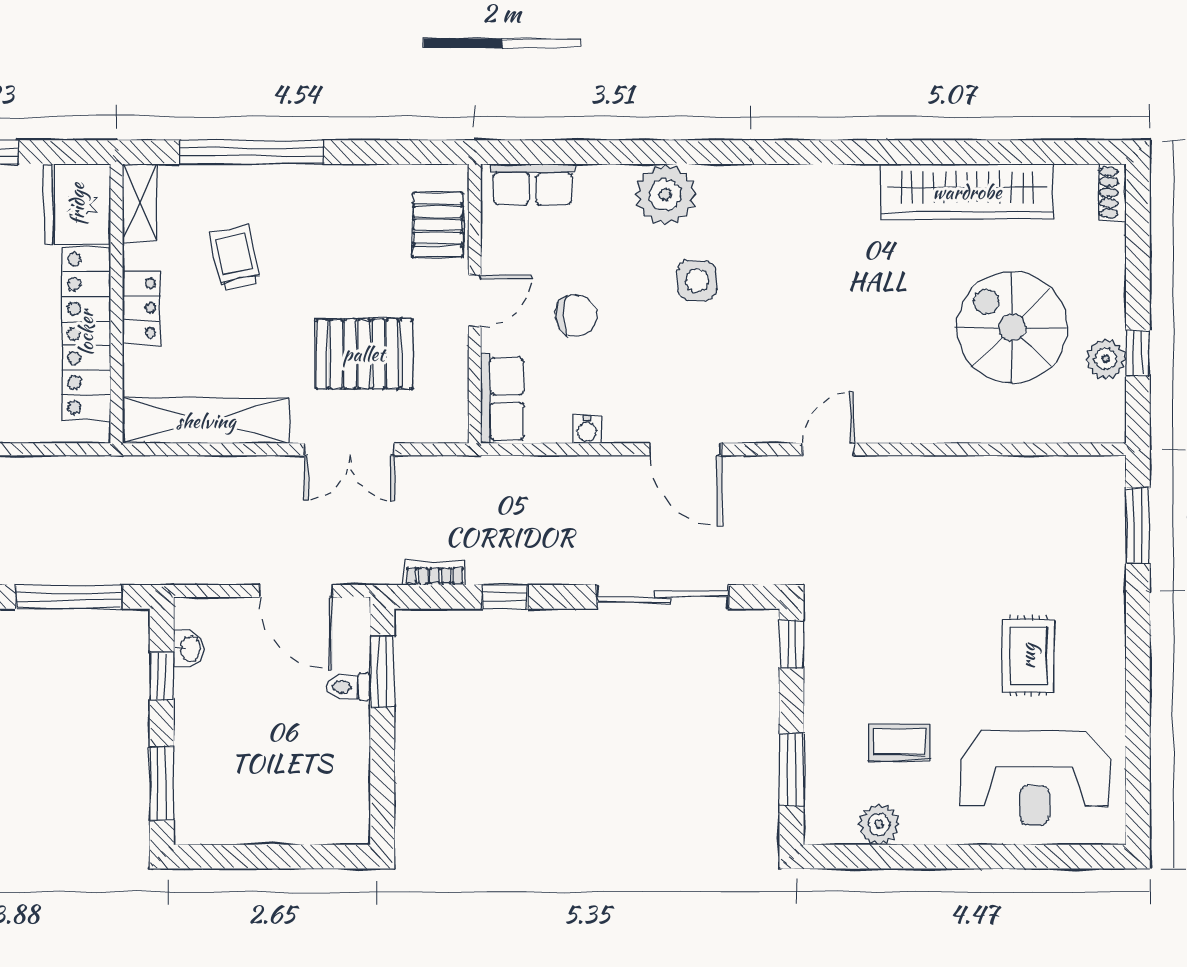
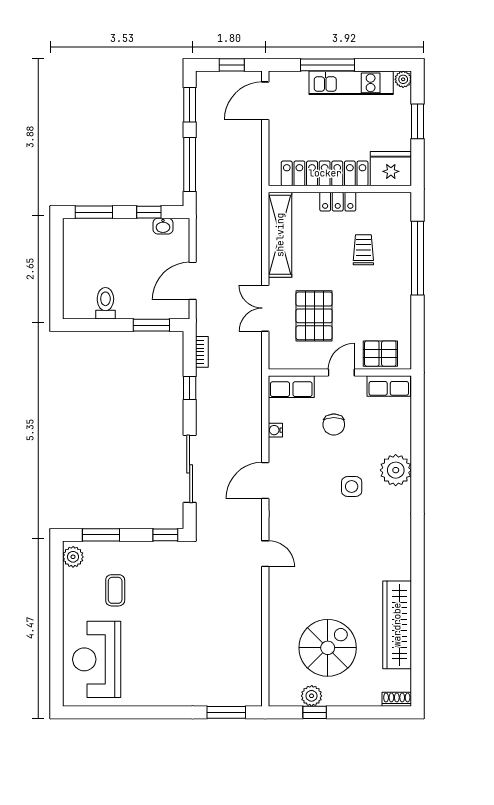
row of seats: (533, 184) -> (389, 386), moved, turned -90
shelving: (140, 202) -> (392, 201), removed
trolley: (235, 258) -> (363, 250), turned -78
door: (475, 301) -> (341, 373), swing flipped
rug: (1028, 656) -> (159, 656), removed
toilet: (348, 687) -> (105, 303), moved, width x1.37, depth x1.39
plant: (879, 824) -> (73, 557), moved

